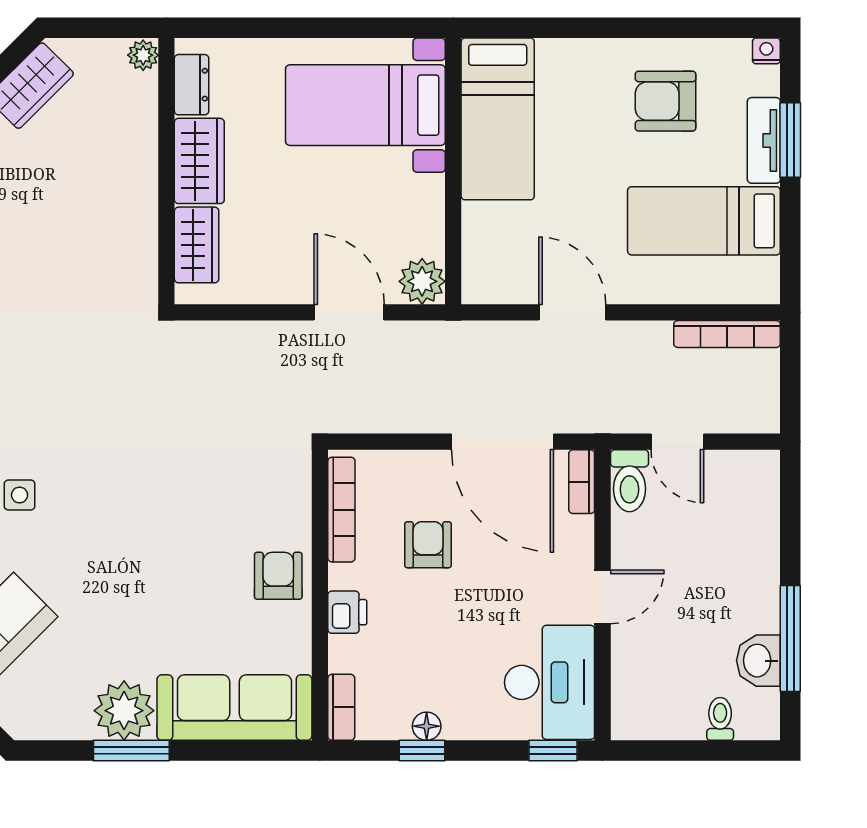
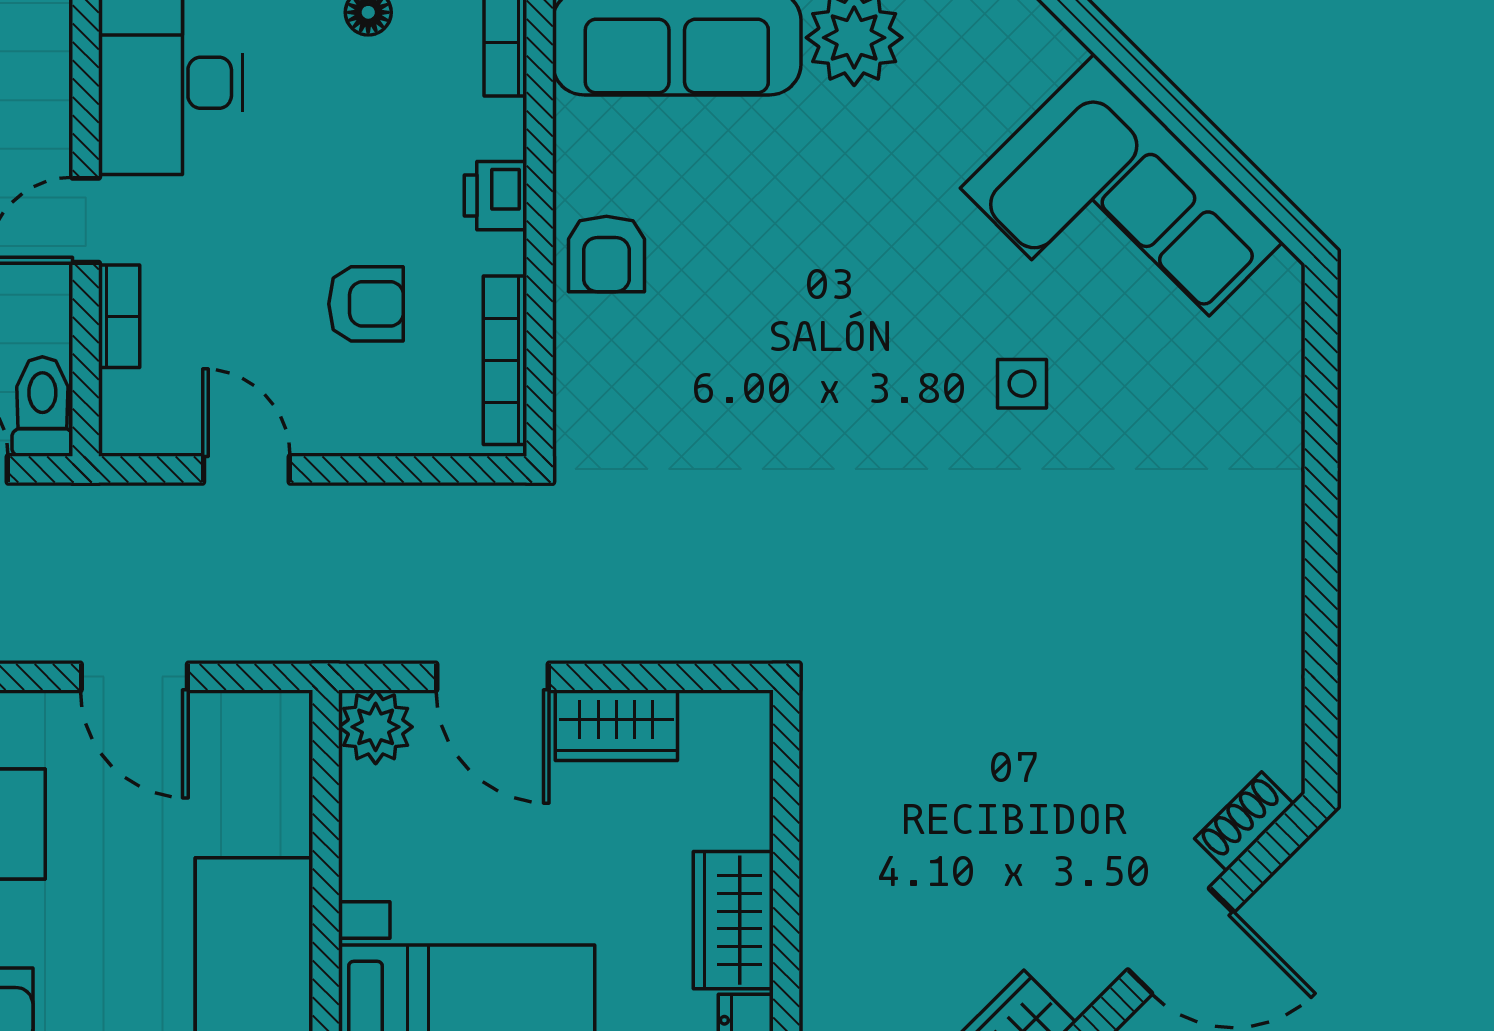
wardrobe: (197, 245) -> (616, 725), moved, turned -90
door: (502, 442) -> (246, 469), width x0.53
bookcase: (582, 482) -> (119, 316), moved
armchair: (428, 545) -> (366, 304), turned -90

